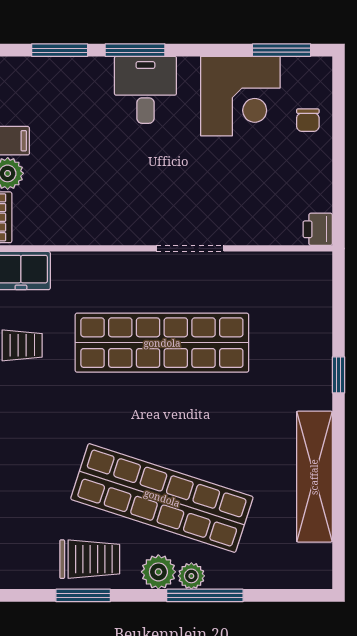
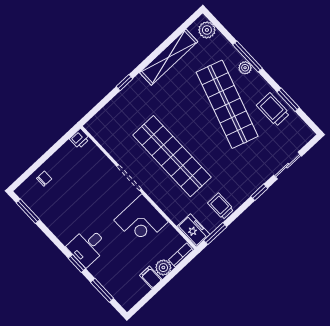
window: (135, 50) -> (77, 263), width x0.67
corner desk: (240, 96) -> (141, 221), moved, turned 180
plant: (158, 572) -> (207, 30), moved

